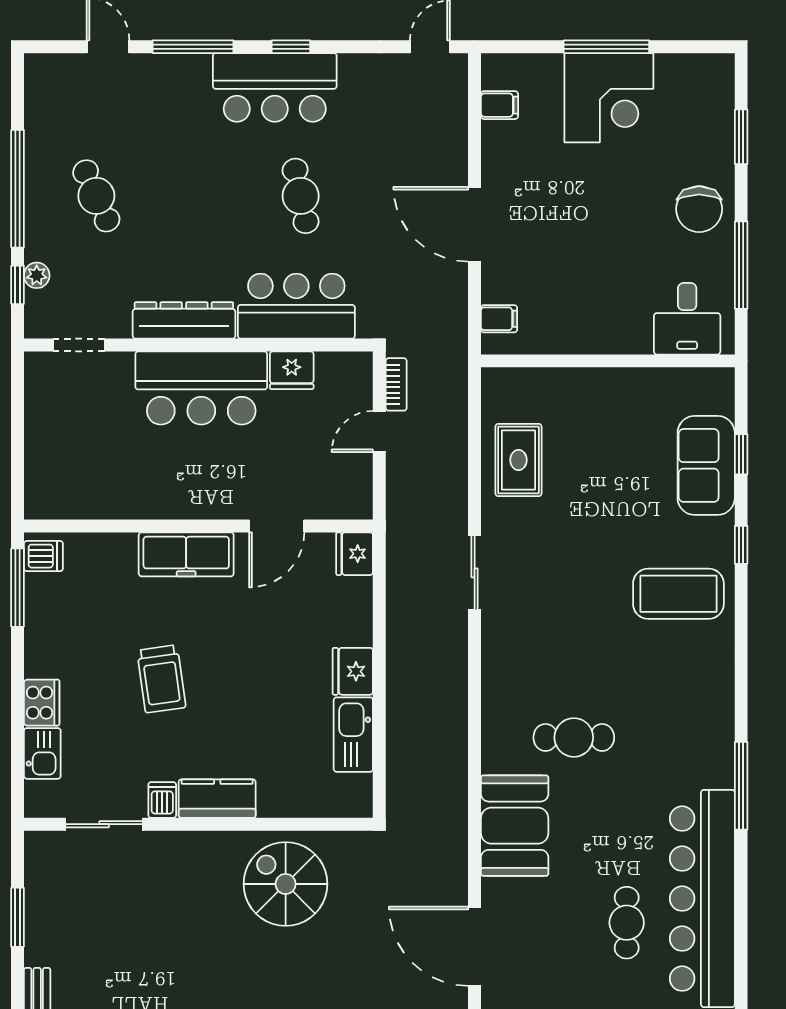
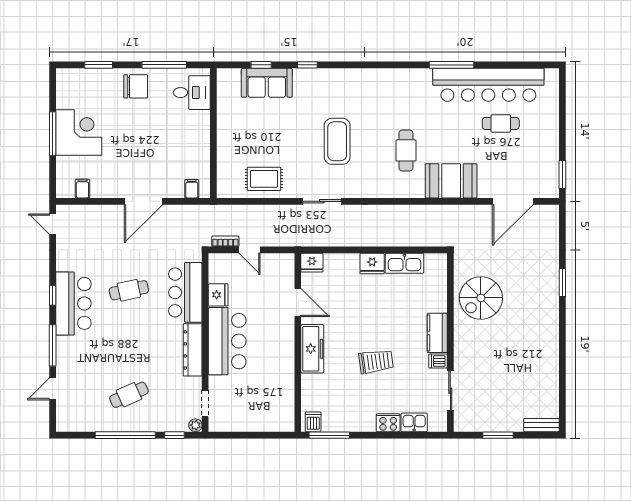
plant: (37, 275) -> (195, 425), moved
coffee table: (678, 594) -> (337, 141), moved
window: (741, 786) -> (452, 65), moved

